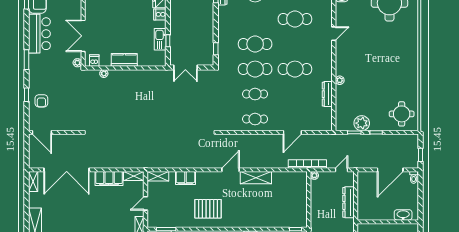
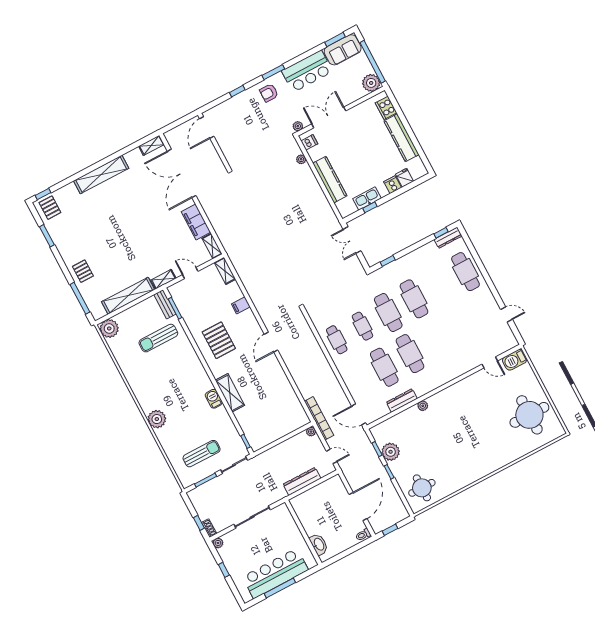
cafe table: (295, 19) -> (384, 367), moved
door: (334, 34) -> (490, 362), moved
kitchen counter: (124, 60) -> (330, 180), width x1.50
armchair: (41, 101) -> (269, 93), moved
door: (292, 132) -> (359, 414), moved
door: (230, 170) -> (271, 342), swing flipped
door: (390, 170) -> (358, 506), swing flipped
filing cabinet: (185, 178) -> (241, 305), width x0.50
shelving: (256, 178) -> (230, 393), moved

